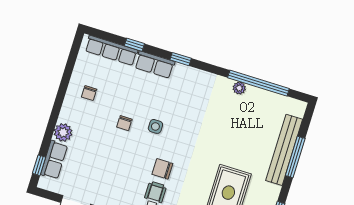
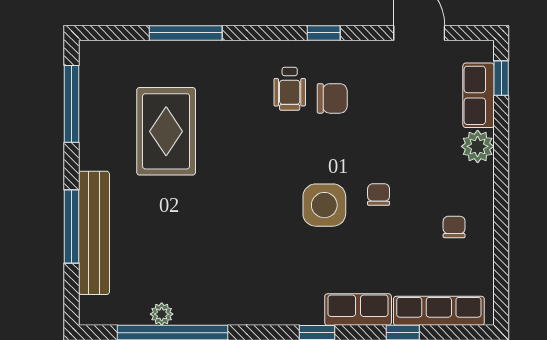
plant: (239, 88) -> (162, 314), moved
side table: (155, 126) -> (324, 205), width x1.87, depth x1.87
chair: (162, 169) -> (332, 98), moved

